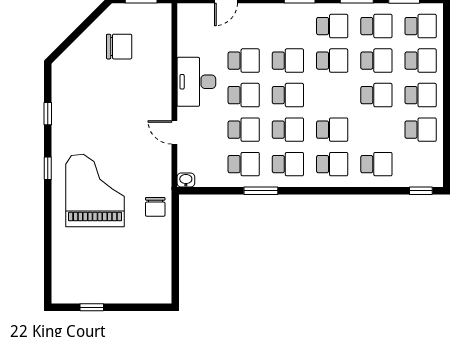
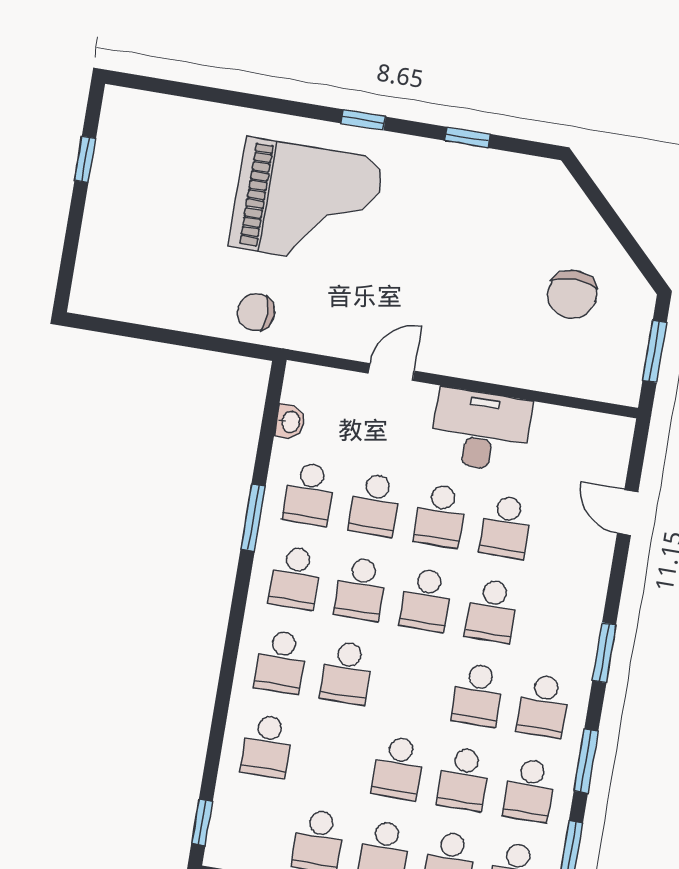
washbasin: (186, 180) -> (290, 422), moved

